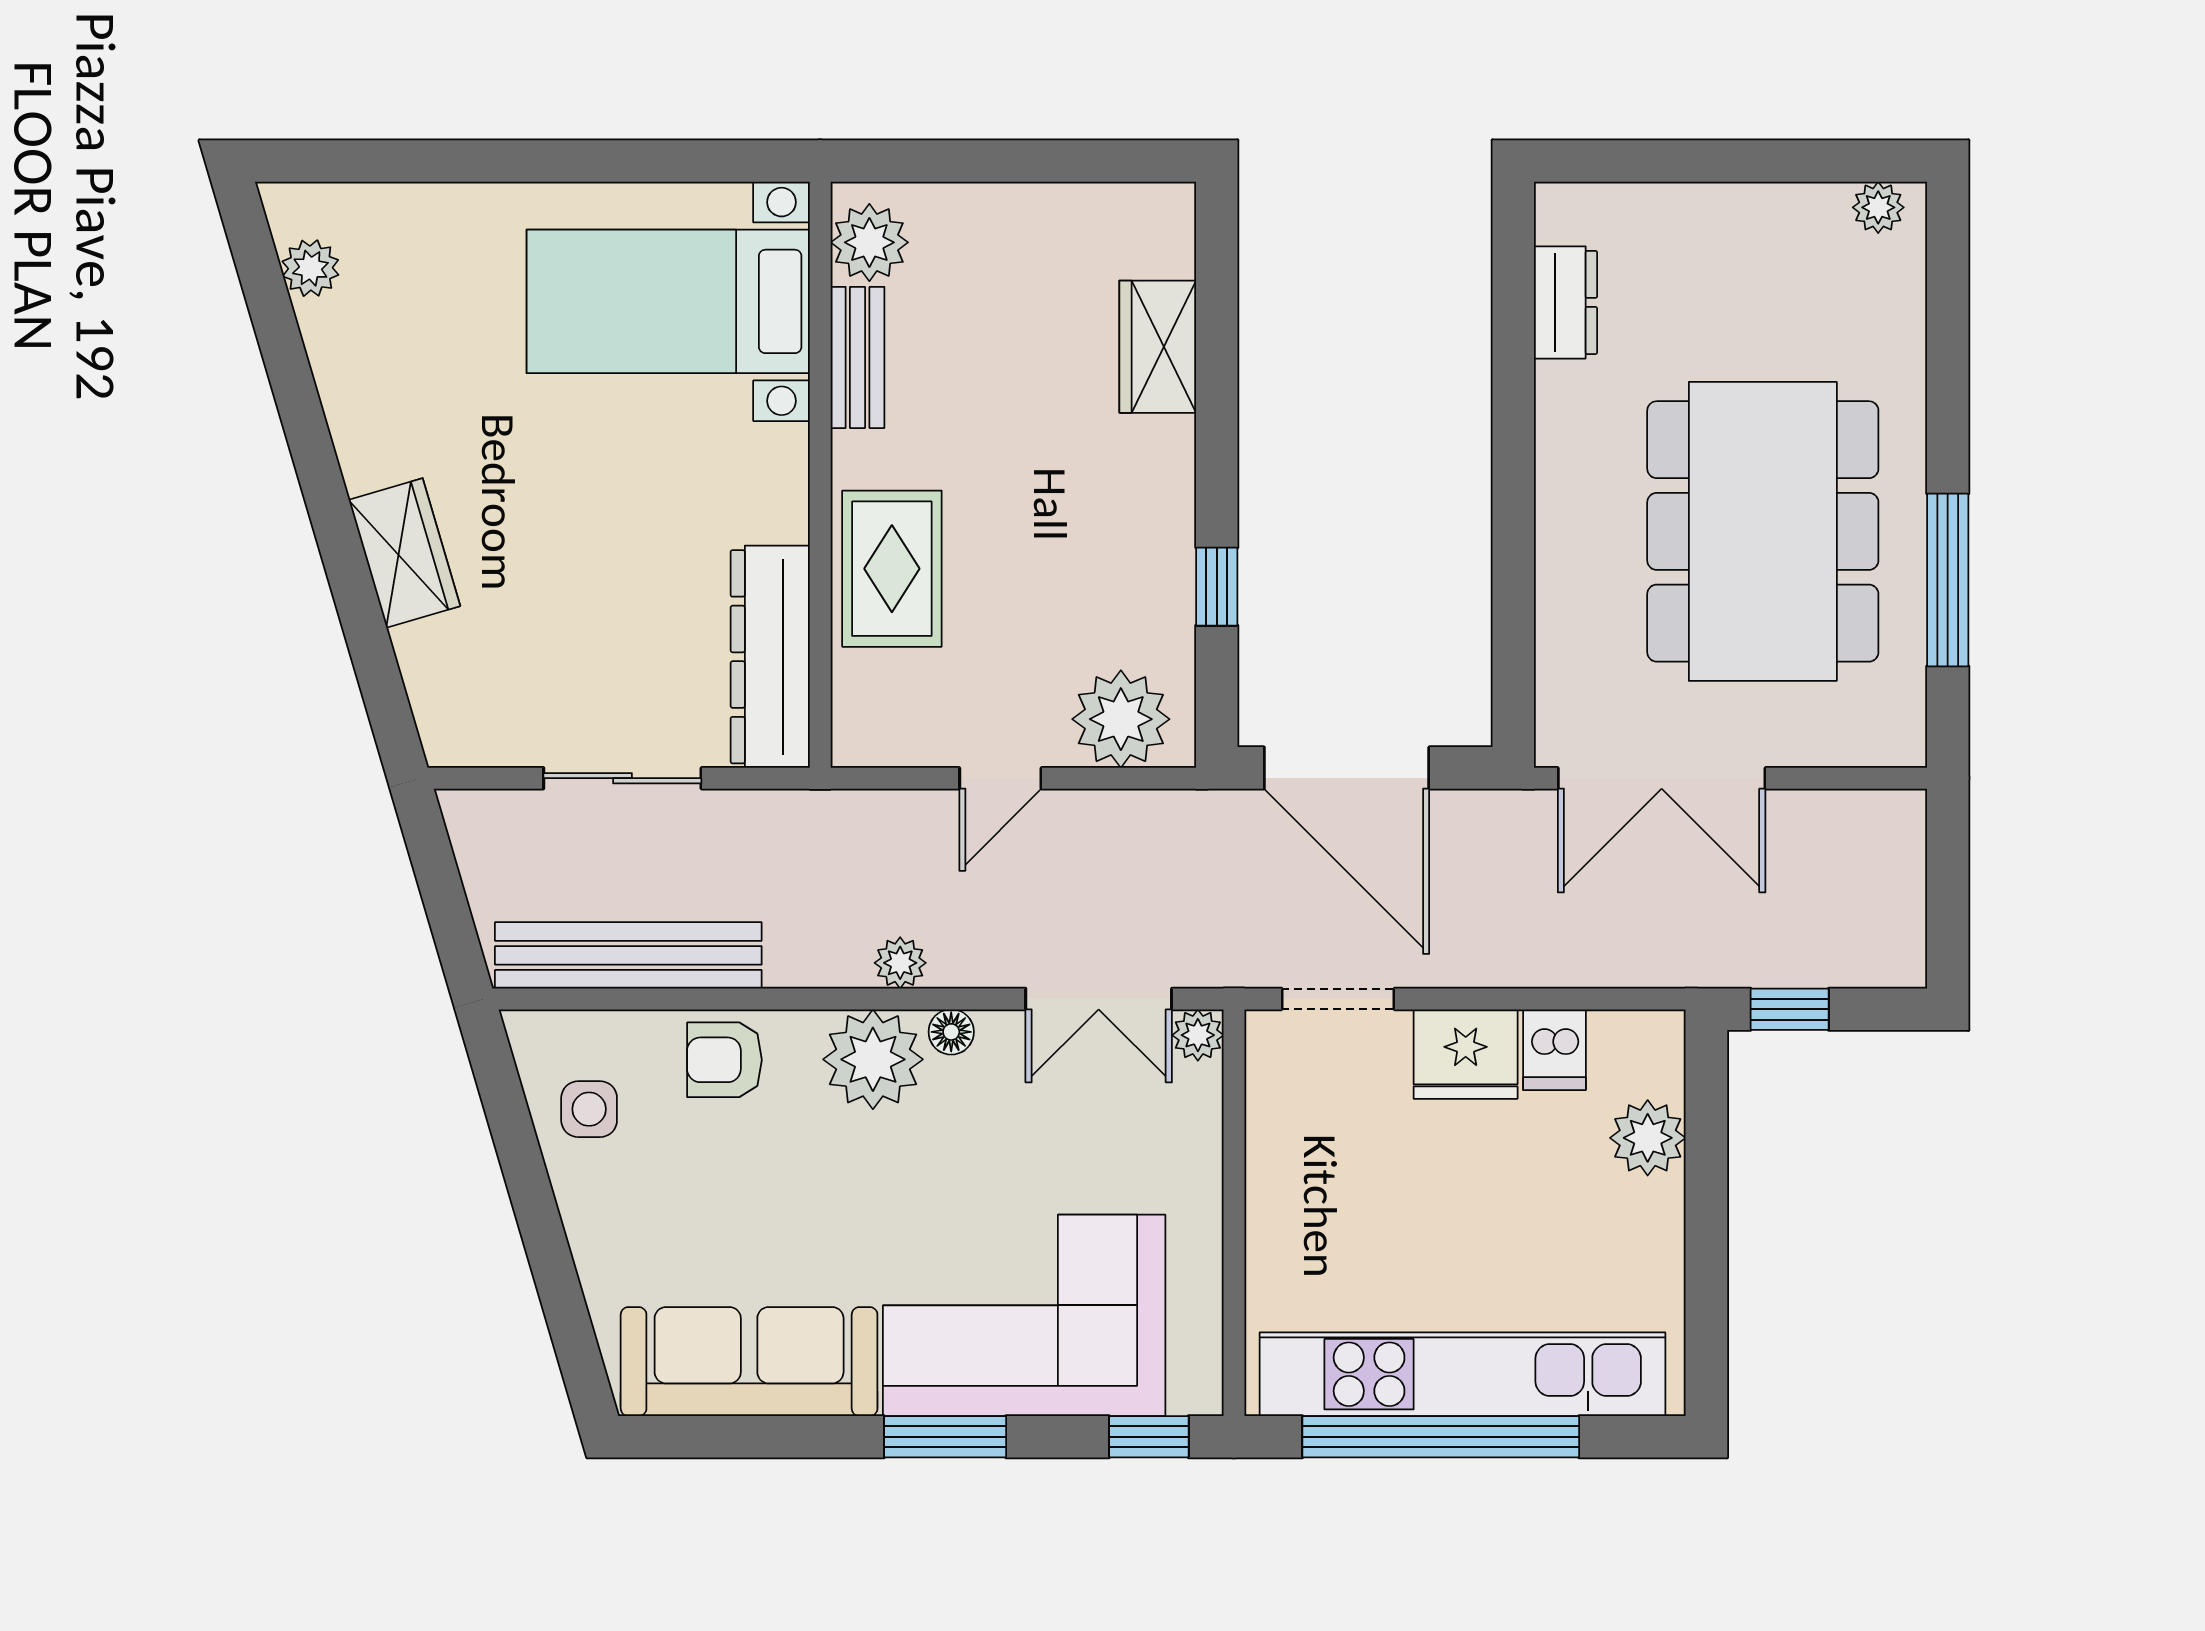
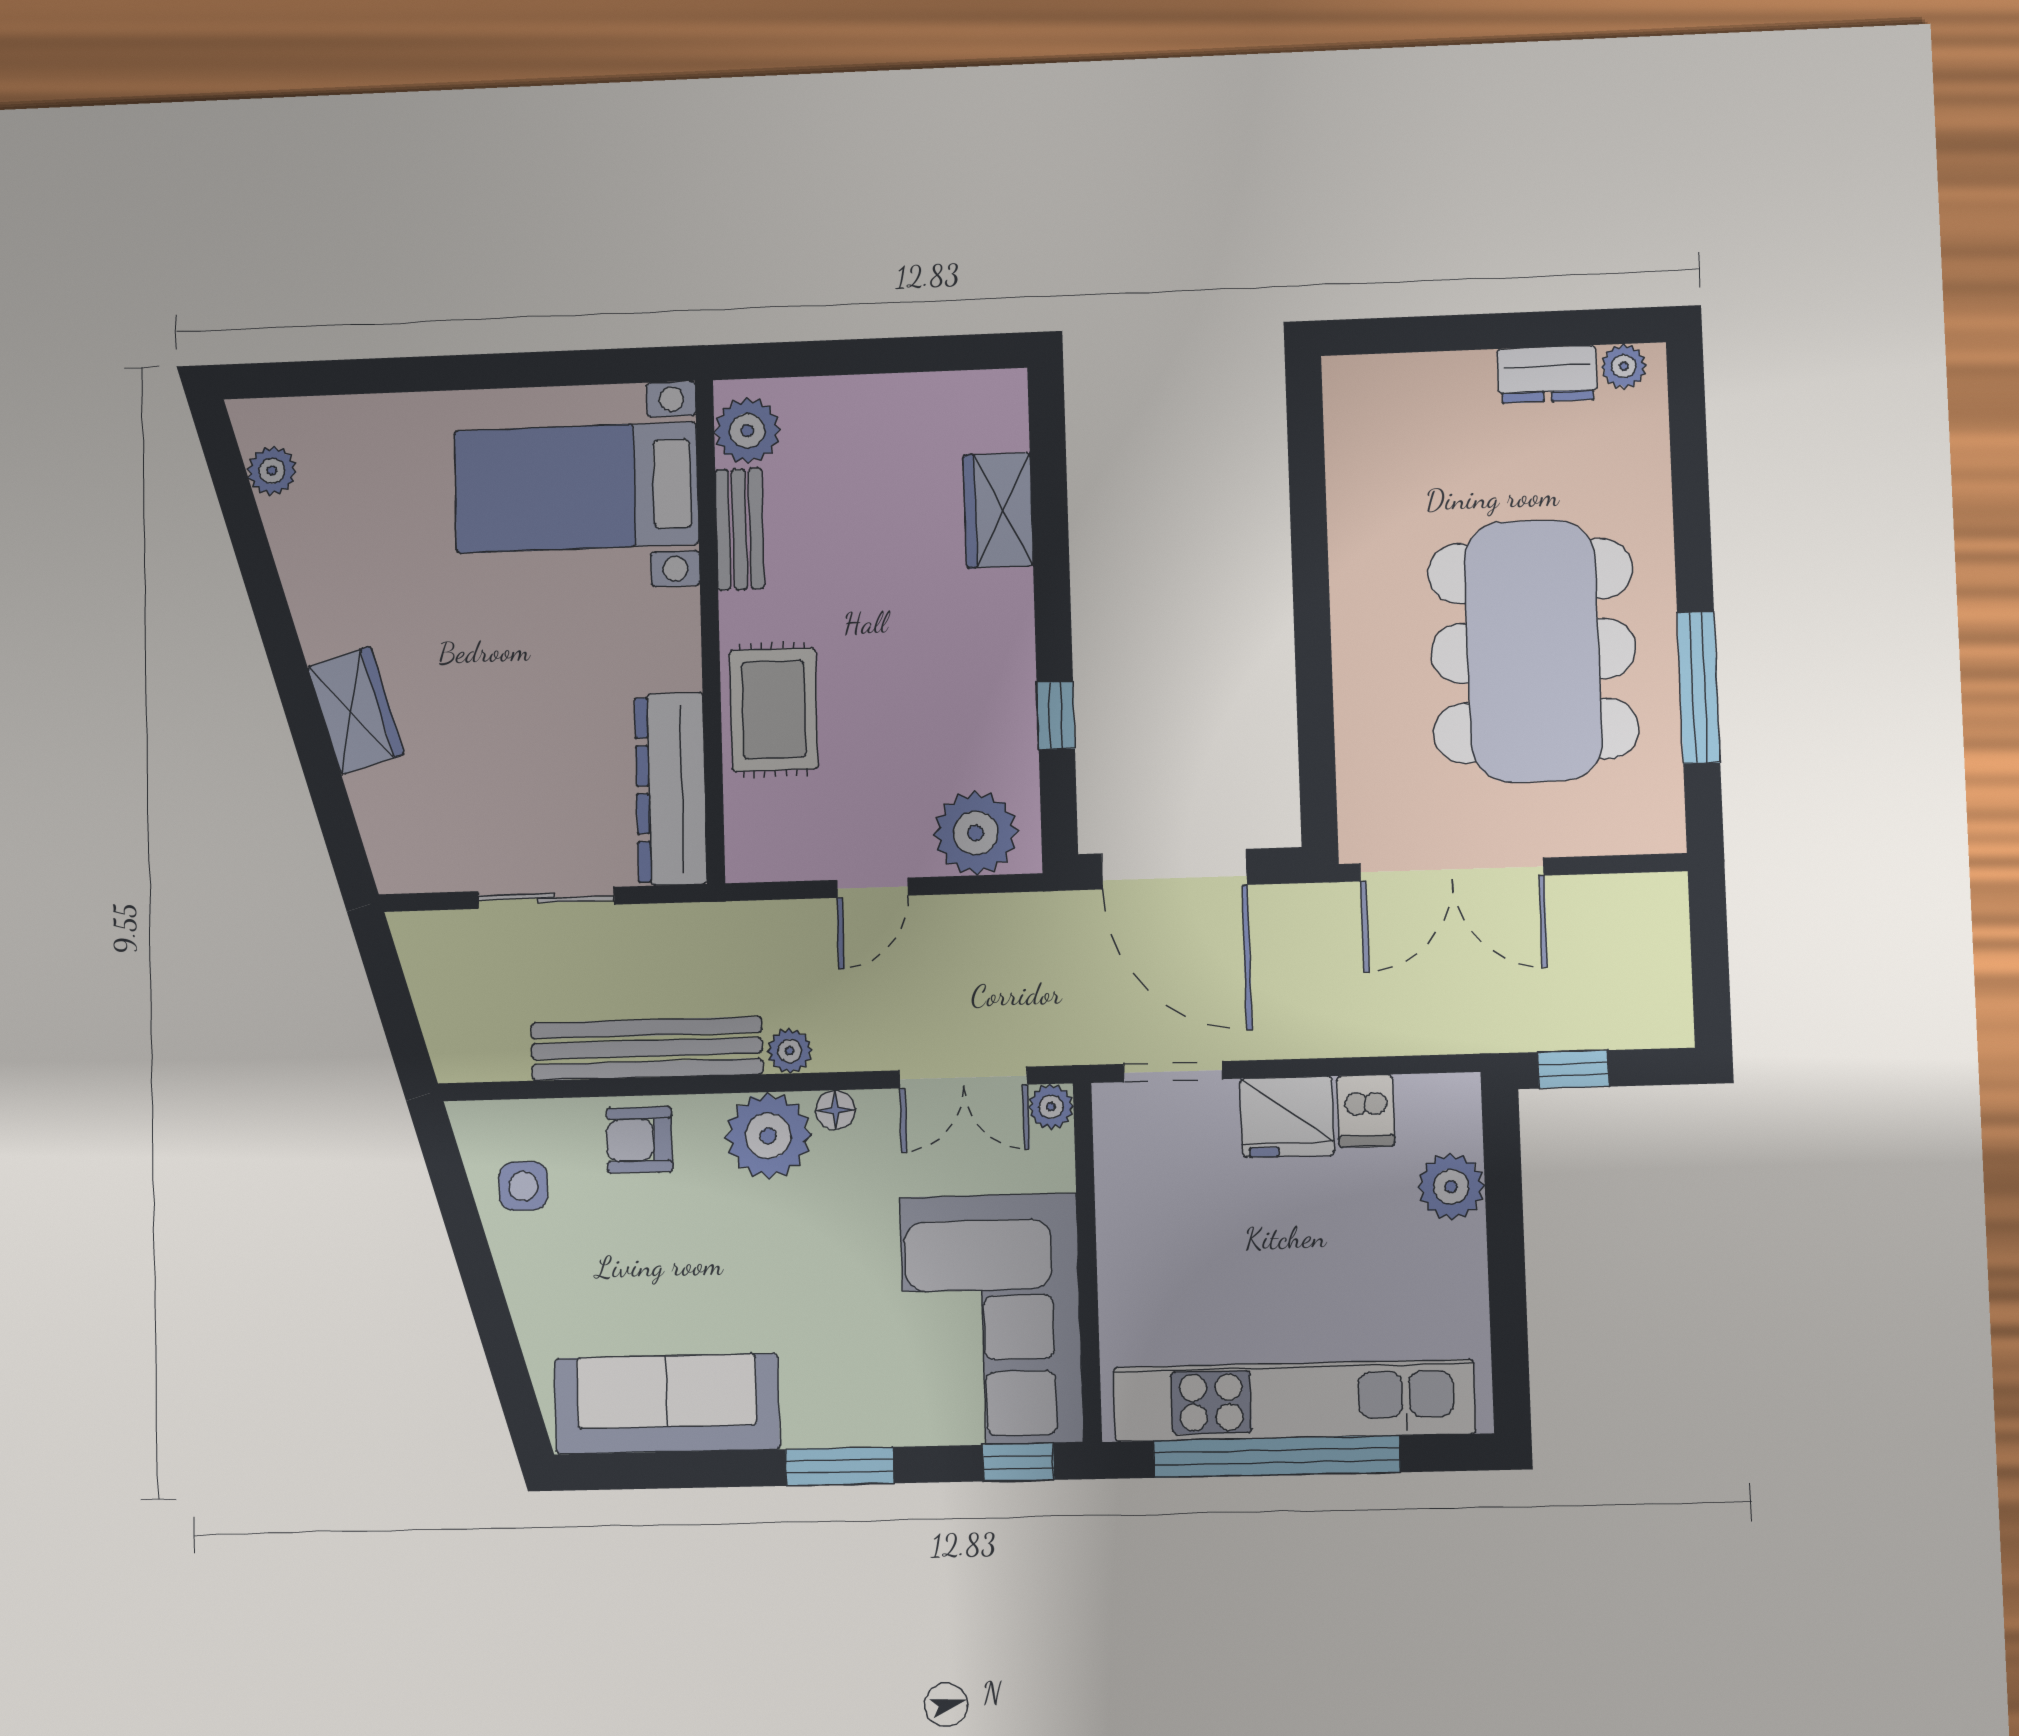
dresser: (1566, 302) -> (1547, 374), moved, turned 90
bench: (628, 955) -> (647, 1049), moved
corner sofa: (1024, 1315) -> (992, 1320), moved, turned -90

